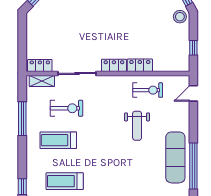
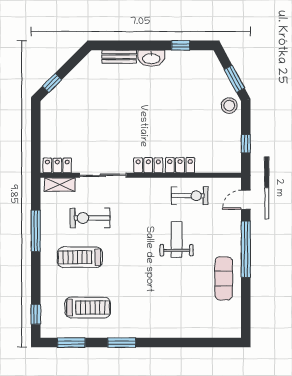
exercise bike: (66, 108) -> (90, 218), turned 180
weight bench: (137, 126) -> (177, 239), turned 180
exercise mat: (175, 157) -> (224, 278), width x0.73, depth x0.69
window: (193, 166) -> (246, 249), moved
treadmill: (65, 181) -> (88, 308), turned 180

